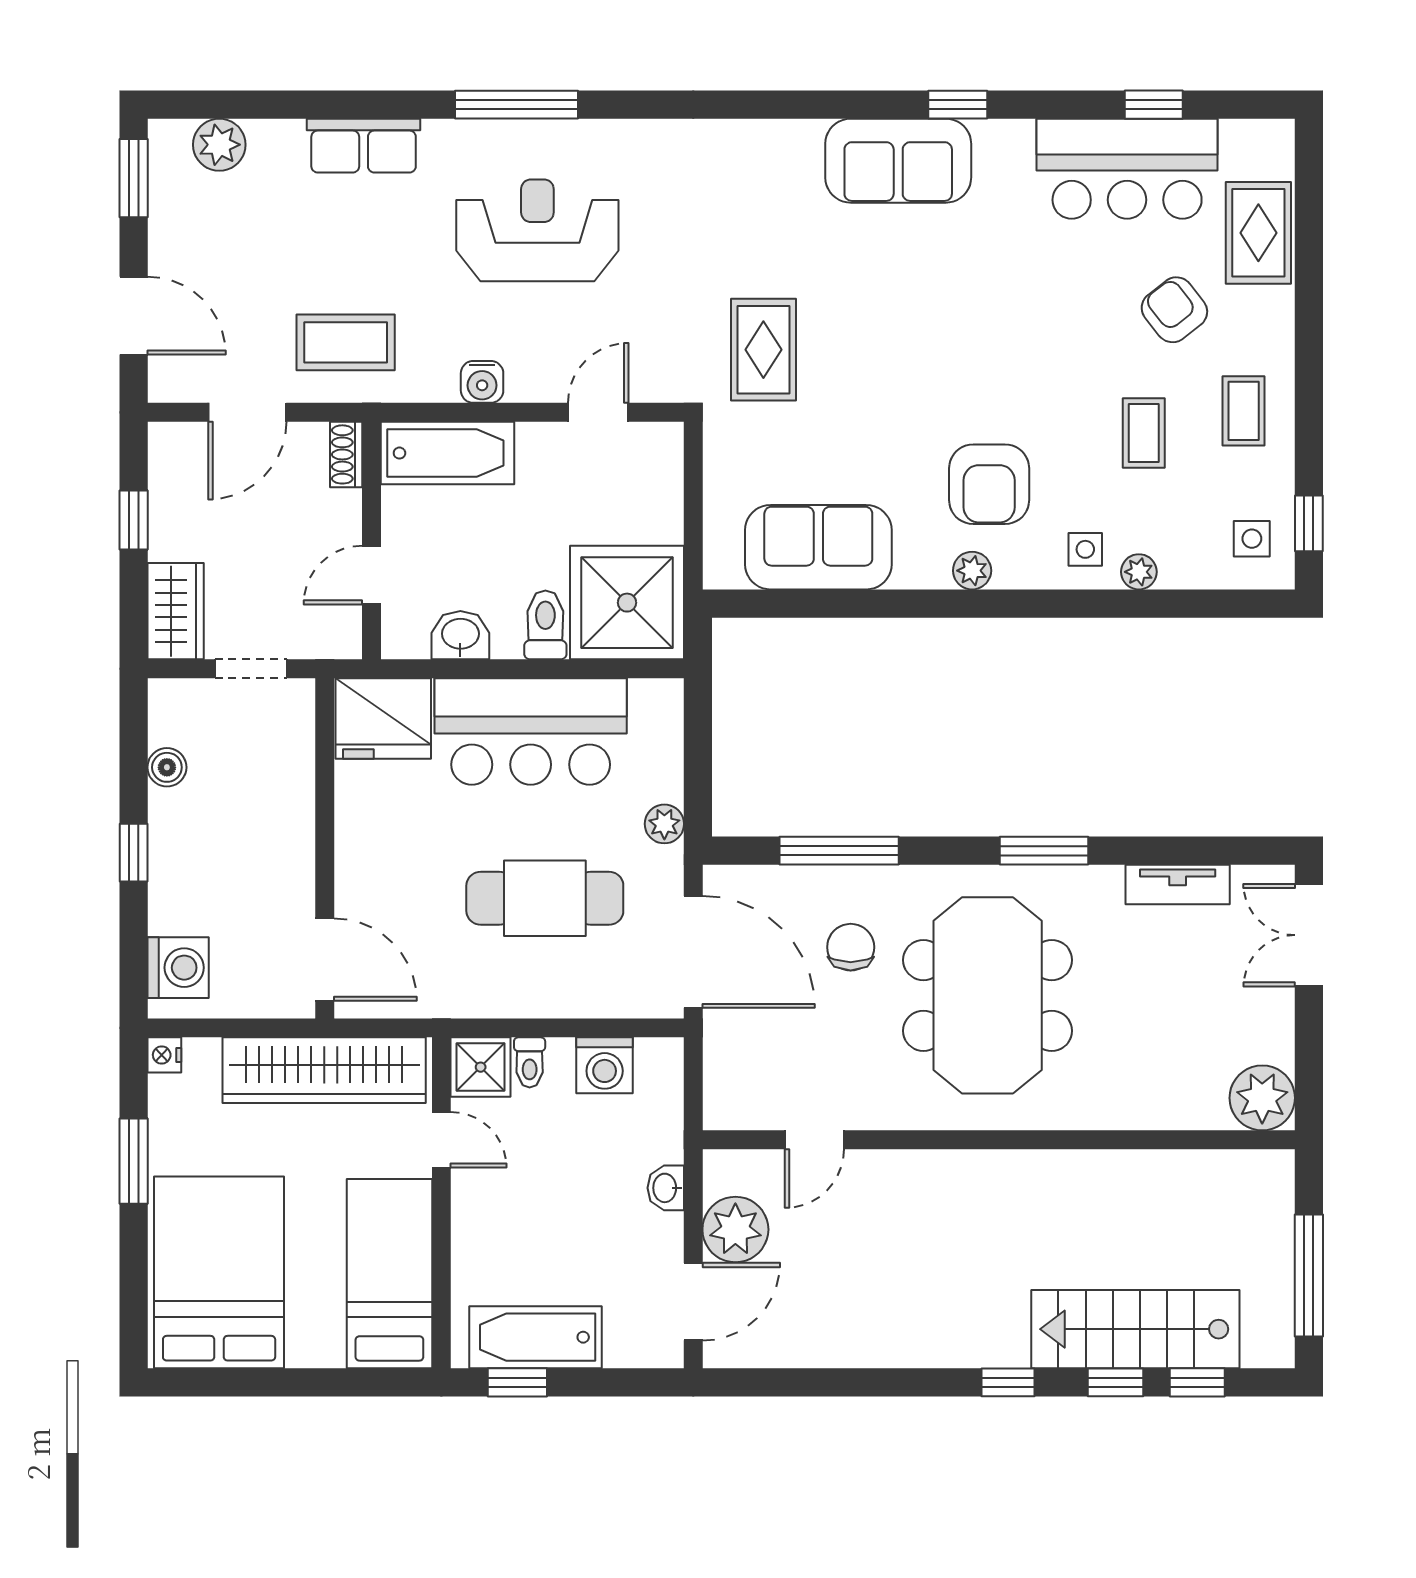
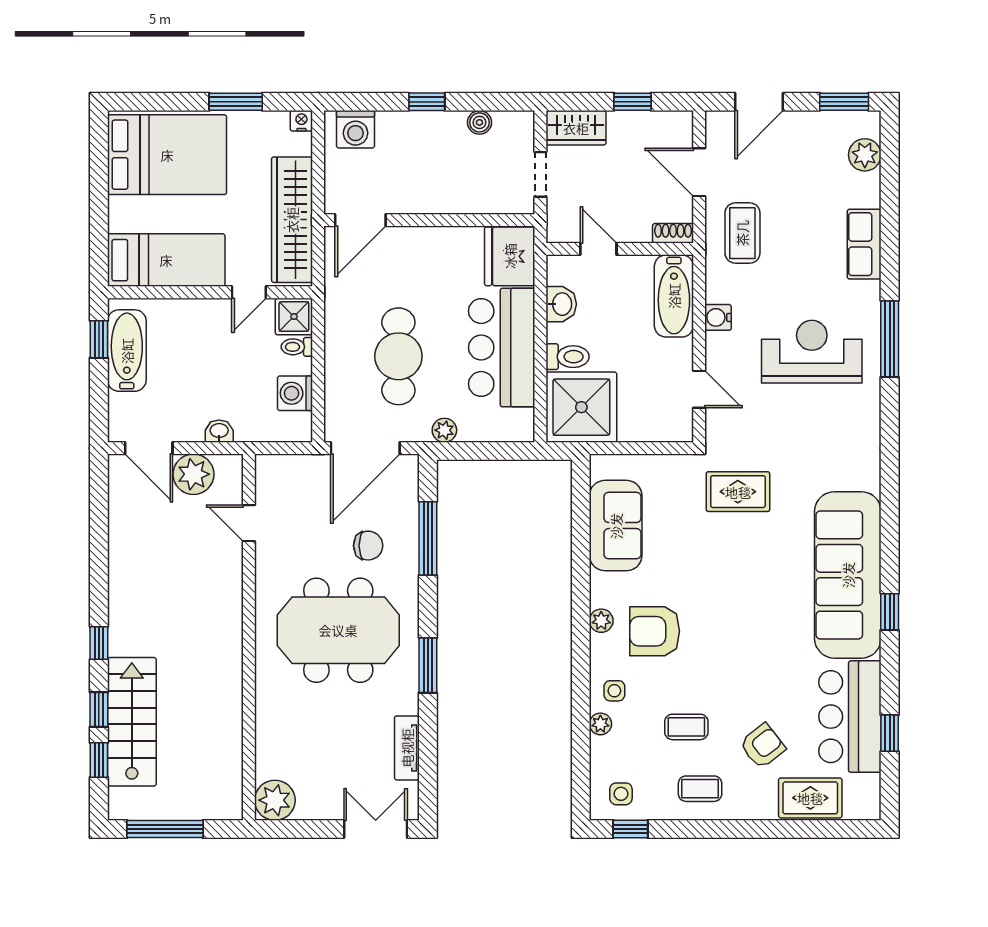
sofa: (898, 161) -> (848, 575), width x1.85, depth x1.27
reception desk: (537, 230) -> (812, 352), turned -90

